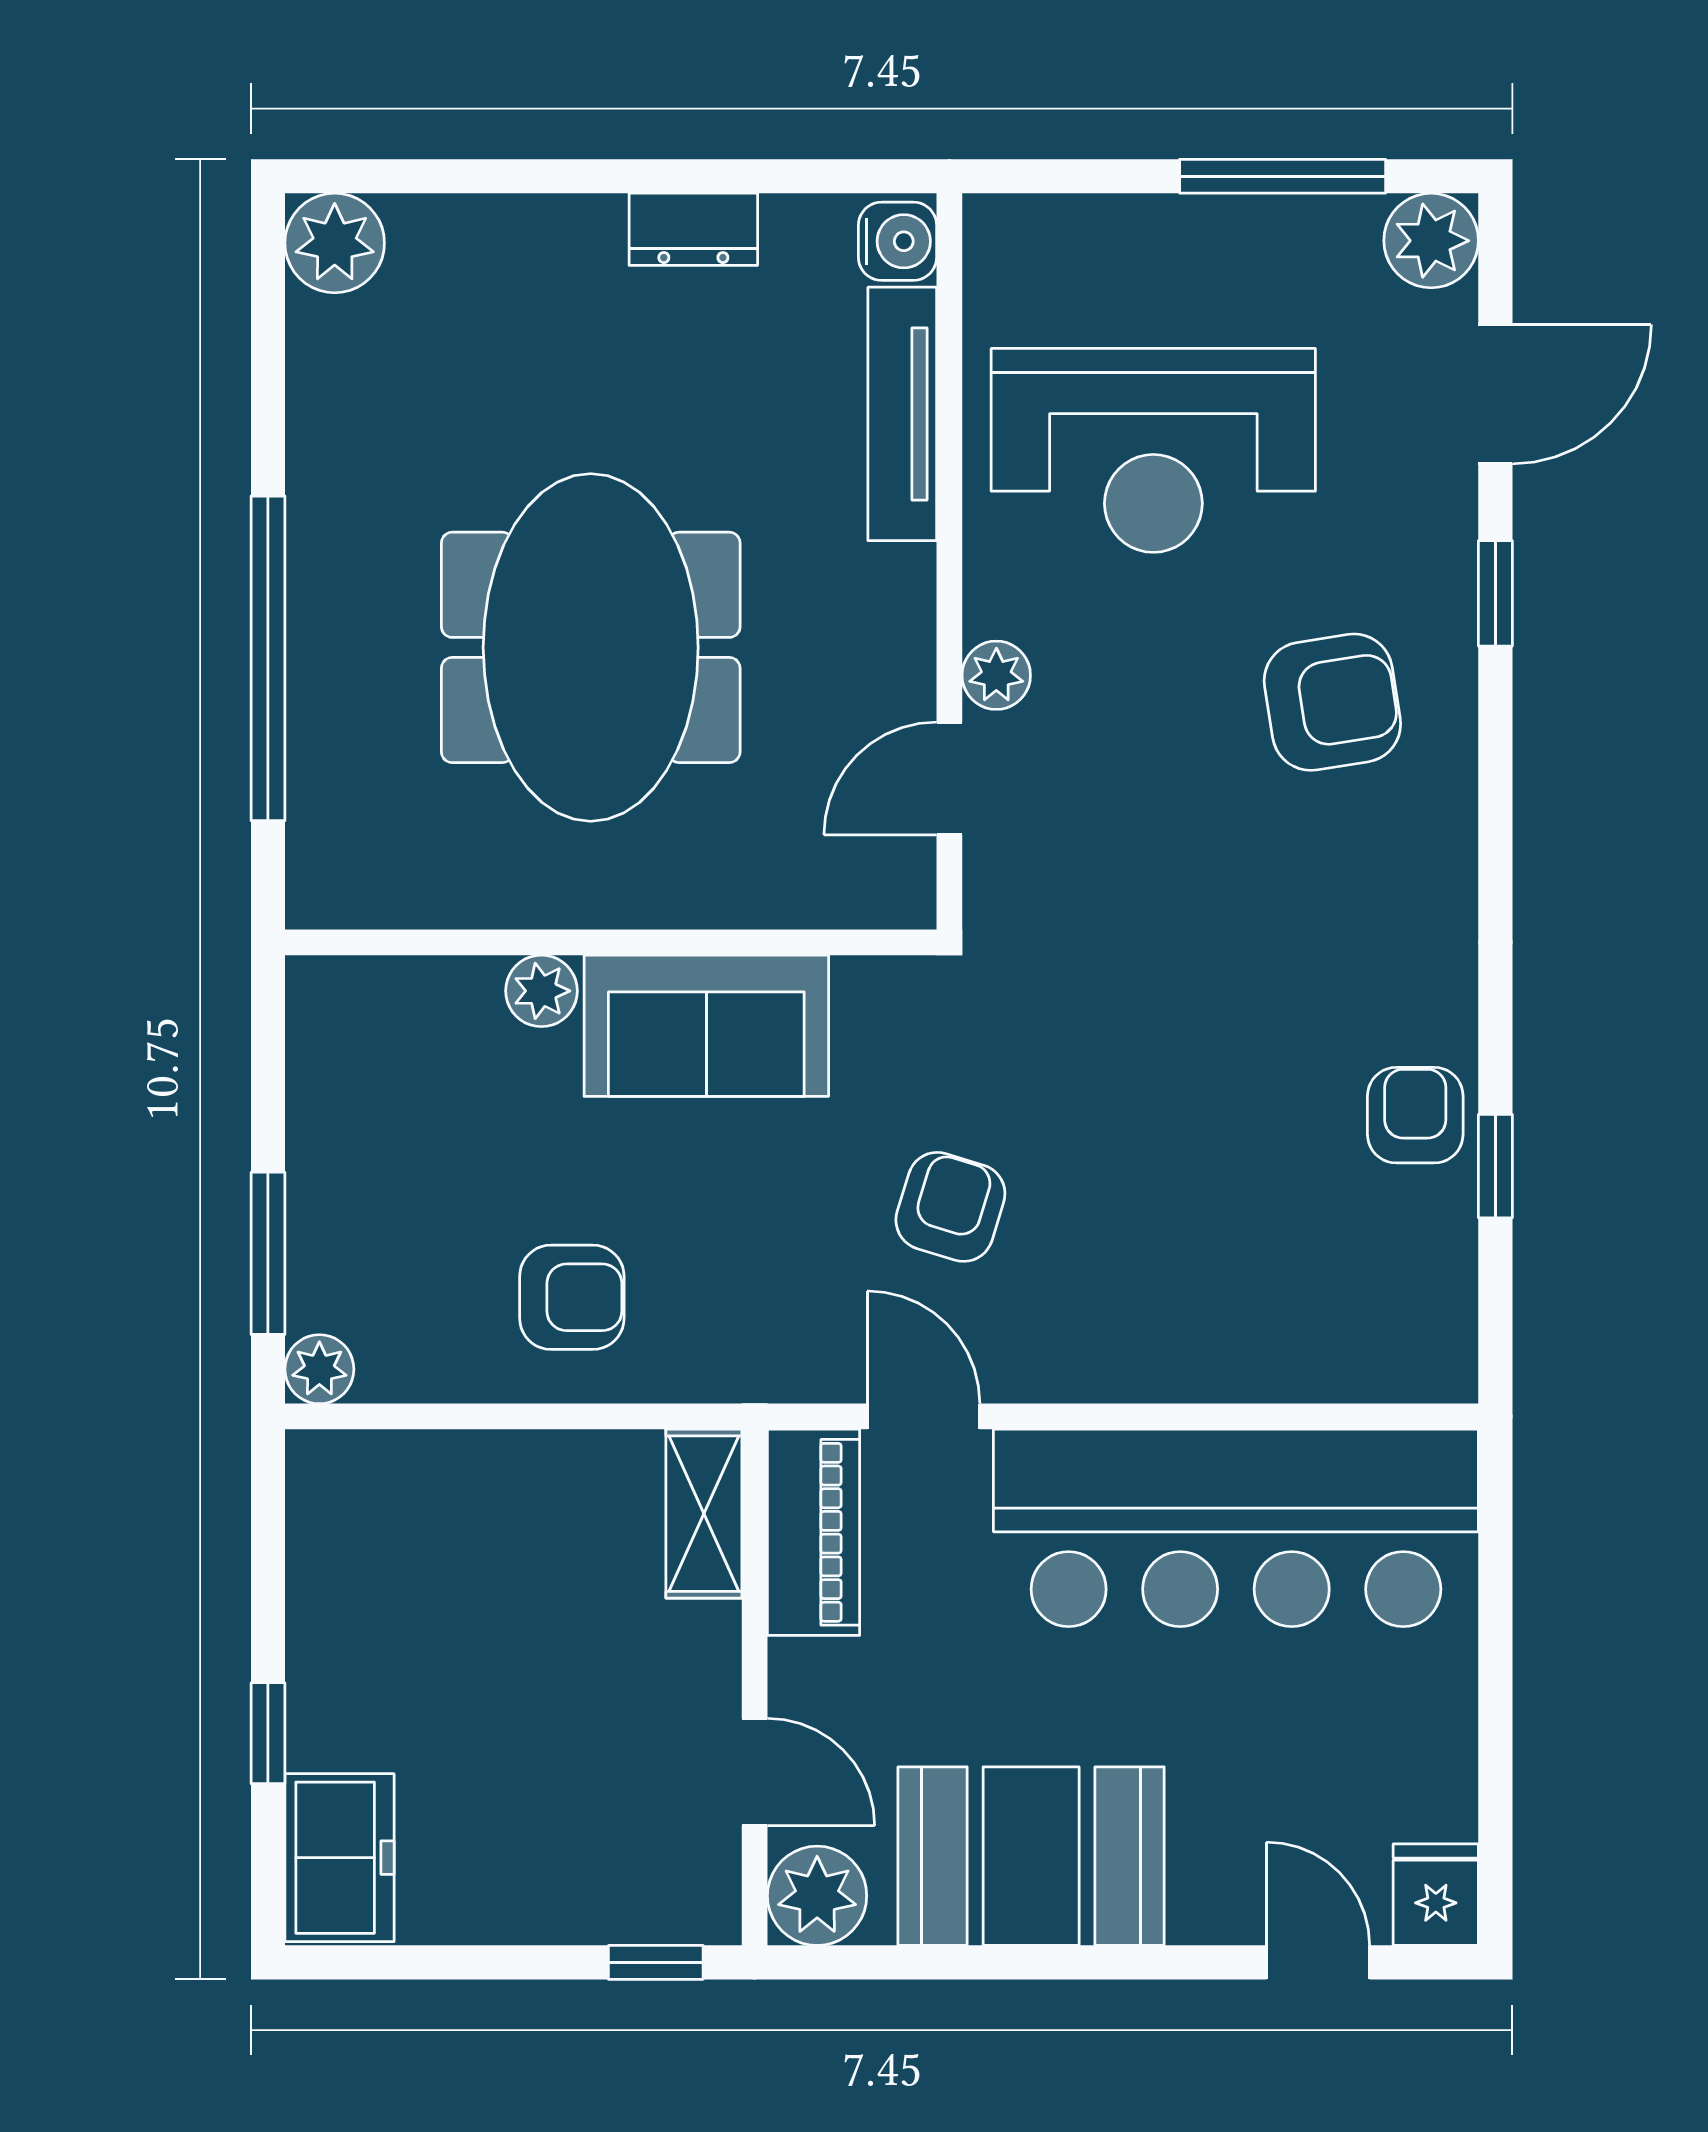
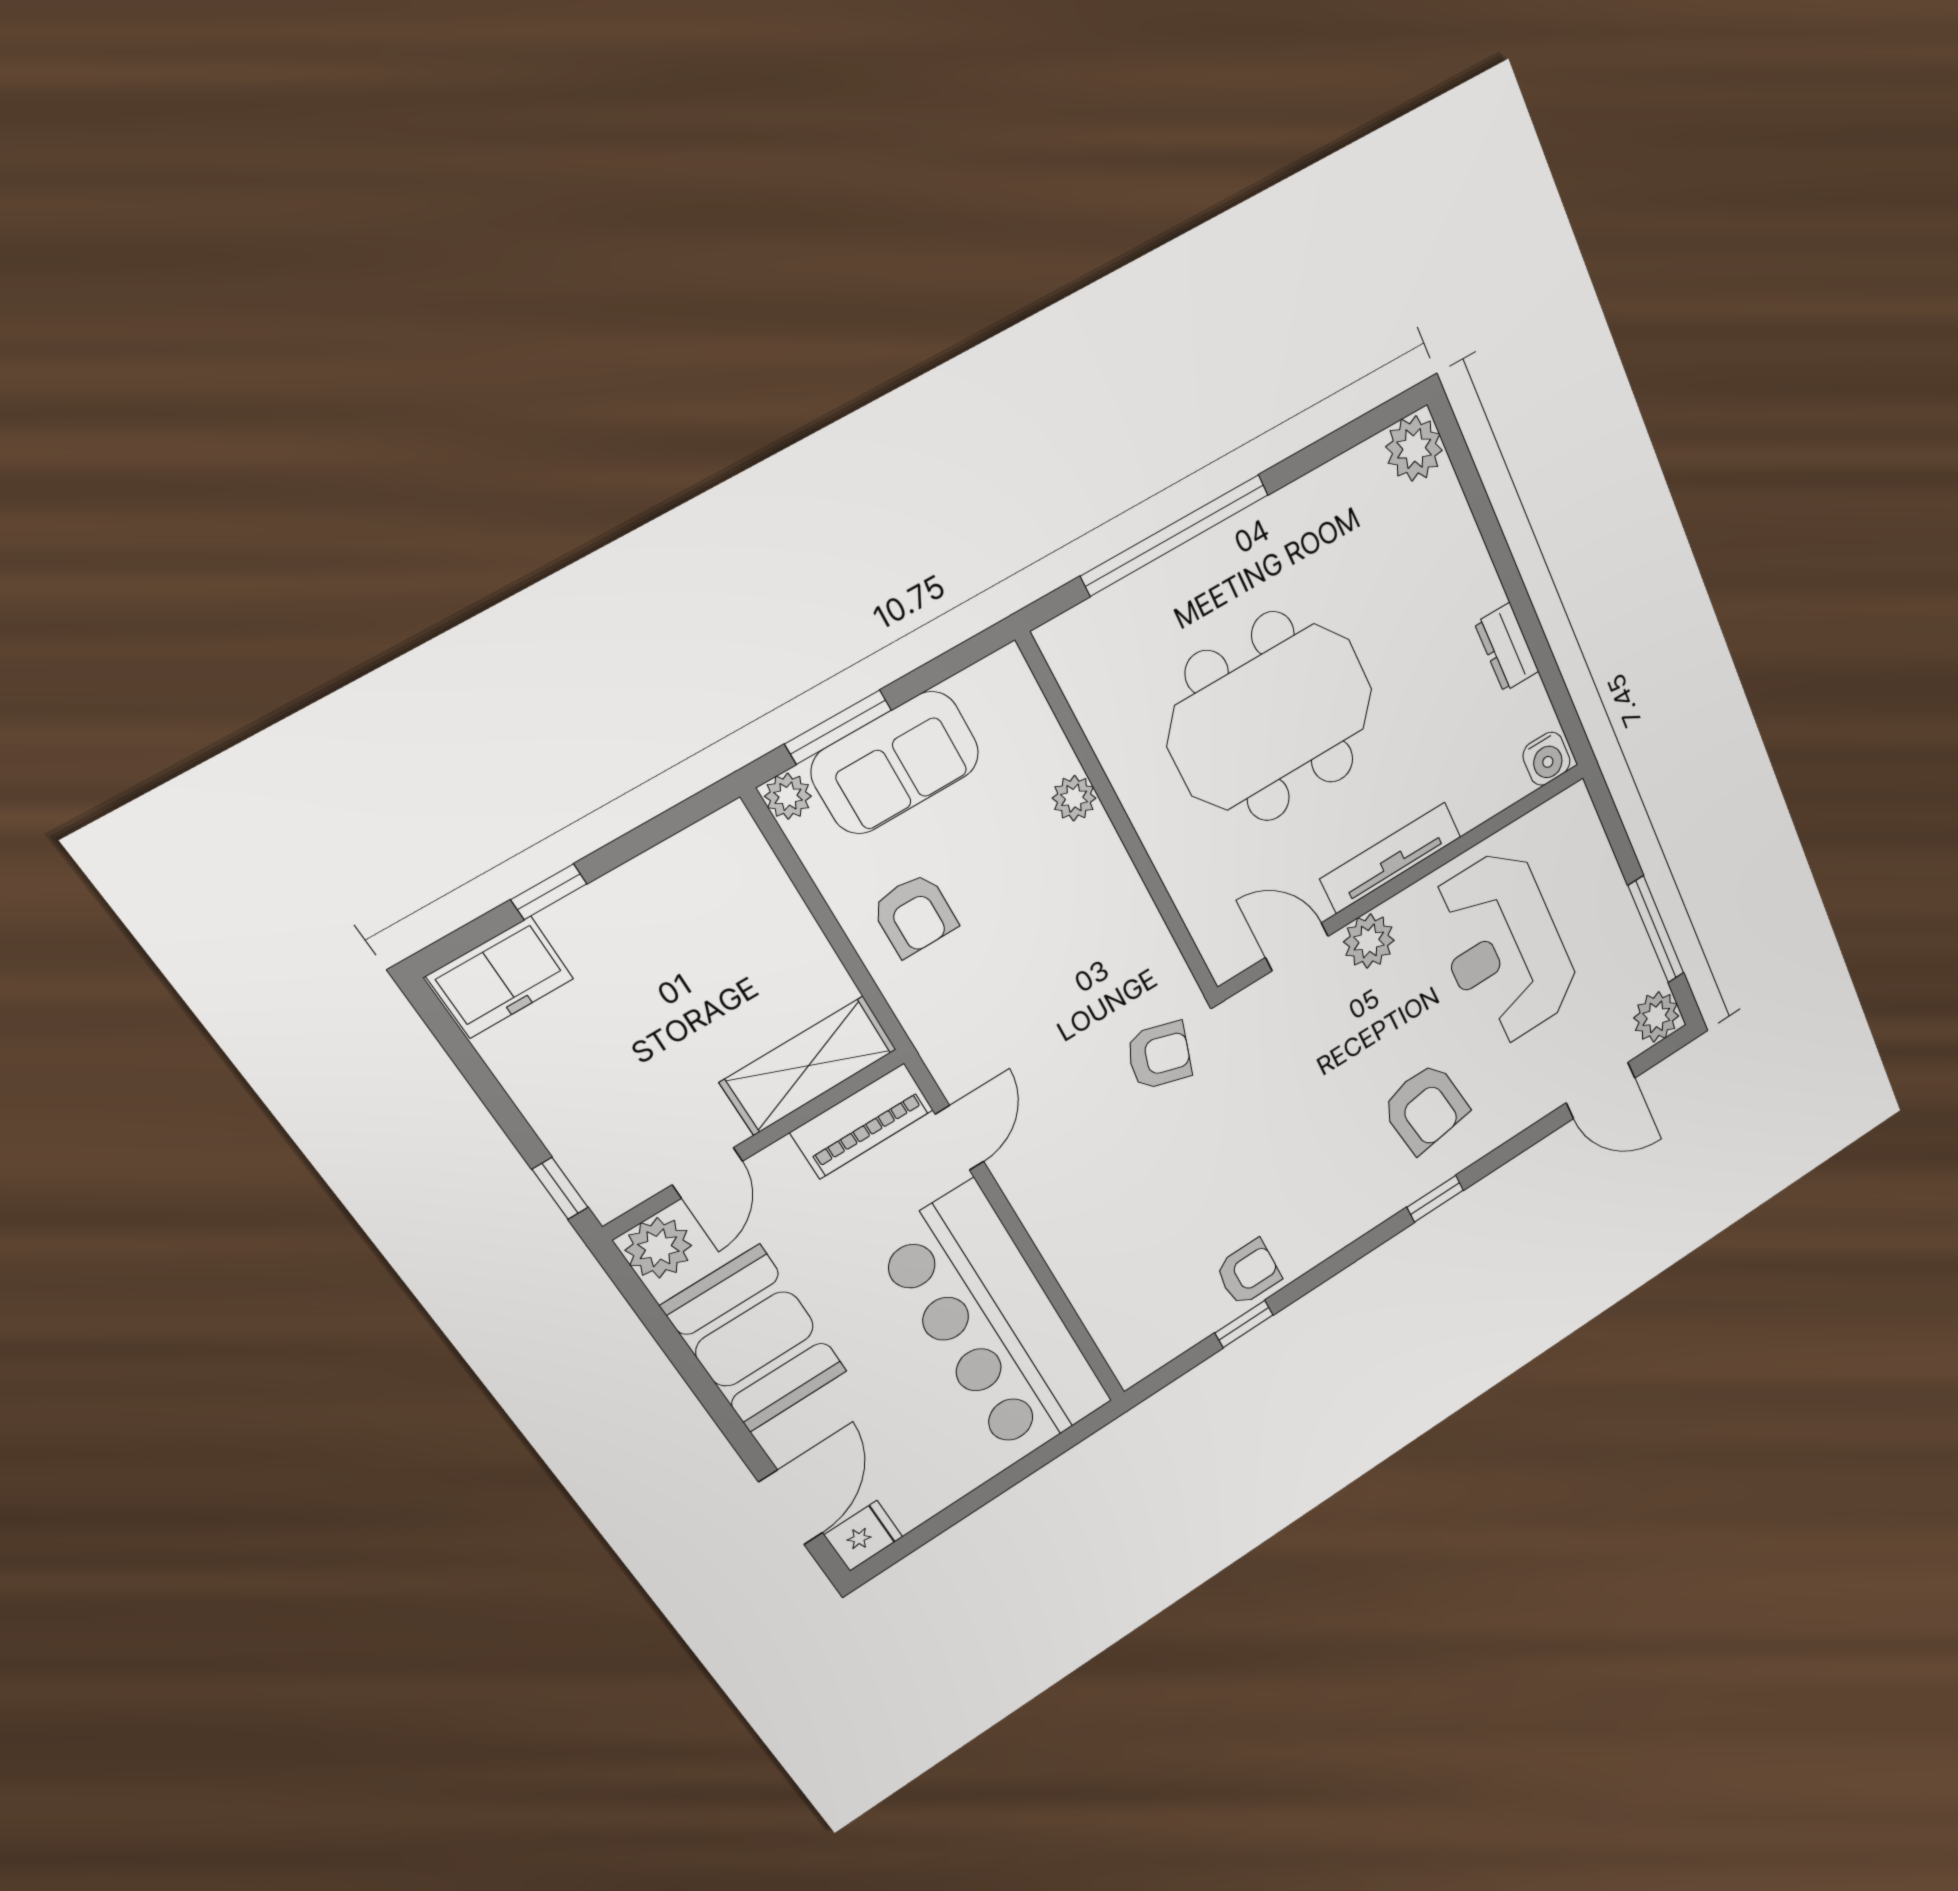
tv unit: (902, 414) -> (1391, 858), moved
window: (1495, 593) -> (1435, 1199), moved
plant: (996, 675) -> (1369, 941), width x1.38, depth x1.38
sofa: (706, 1026) -> (895, 763), moved, turned -90
armchair: (950, 1207) -> (1159, 1055), moved
shelving: (704, 1514) -> (808, 1066), width x1.50, depth x1.33
door: (1318, 1962) -> (791, 1507), width x1.38

